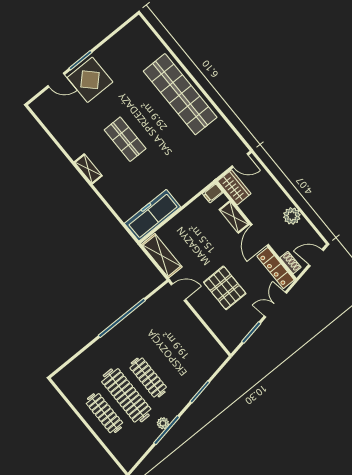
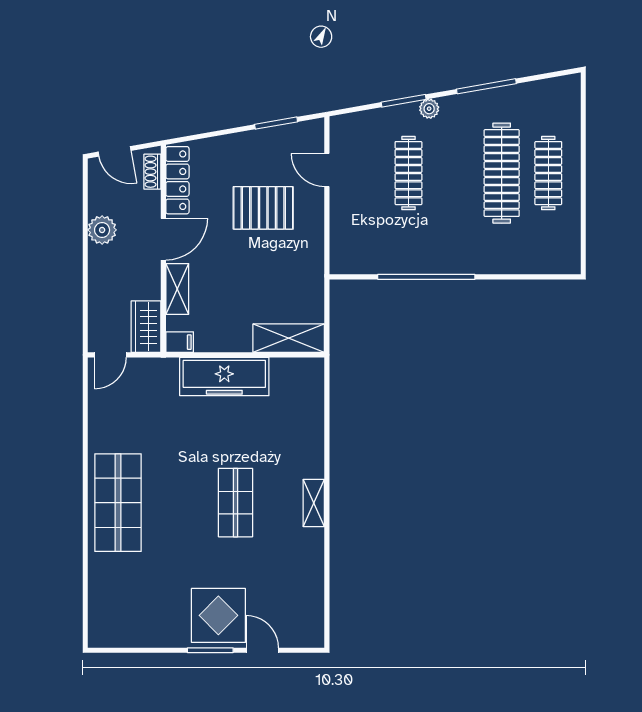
shop shelf: (180, 94) -> (118, 503), width x0.71
door: (240, 161) -> (110, 355), swing flipped
freezer: (152, 215) -> (224, 377), moved
shelving: (162, 256) -> (289, 338), moved, turned 90
pallet: (225, 288) -> (263, 208), turned 90
door: (178, 292) -> (327, 170), moved
double door: (275, 305) -> (216, 134), removed
clothes rail: (148, 378) -> (408, 173), moved
plant: (163, 423) -> (429, 109), moved

